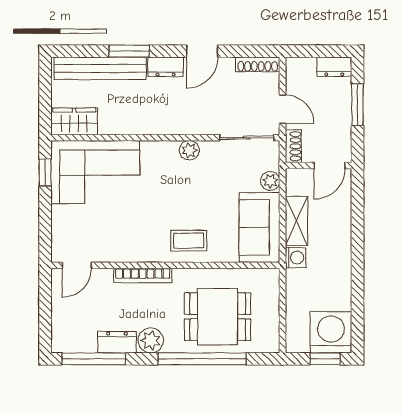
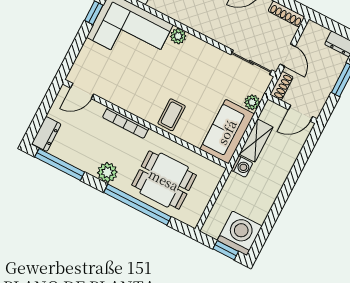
plant: (189, 150) -> (178, 36), moved
coffee table: (189, 241) -> (172, 115), turned 90
dresser: (117, 342) -> (46, 134), moved, turned 90

